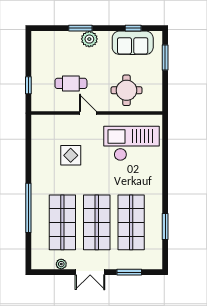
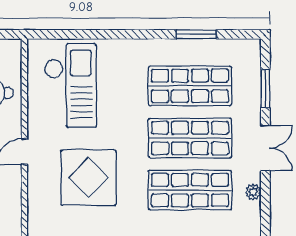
checkout: (131, 143) -> (70, 85), turned 180
display table: (71, 155) -> (88, 178), width x1.86, depth x1.86

